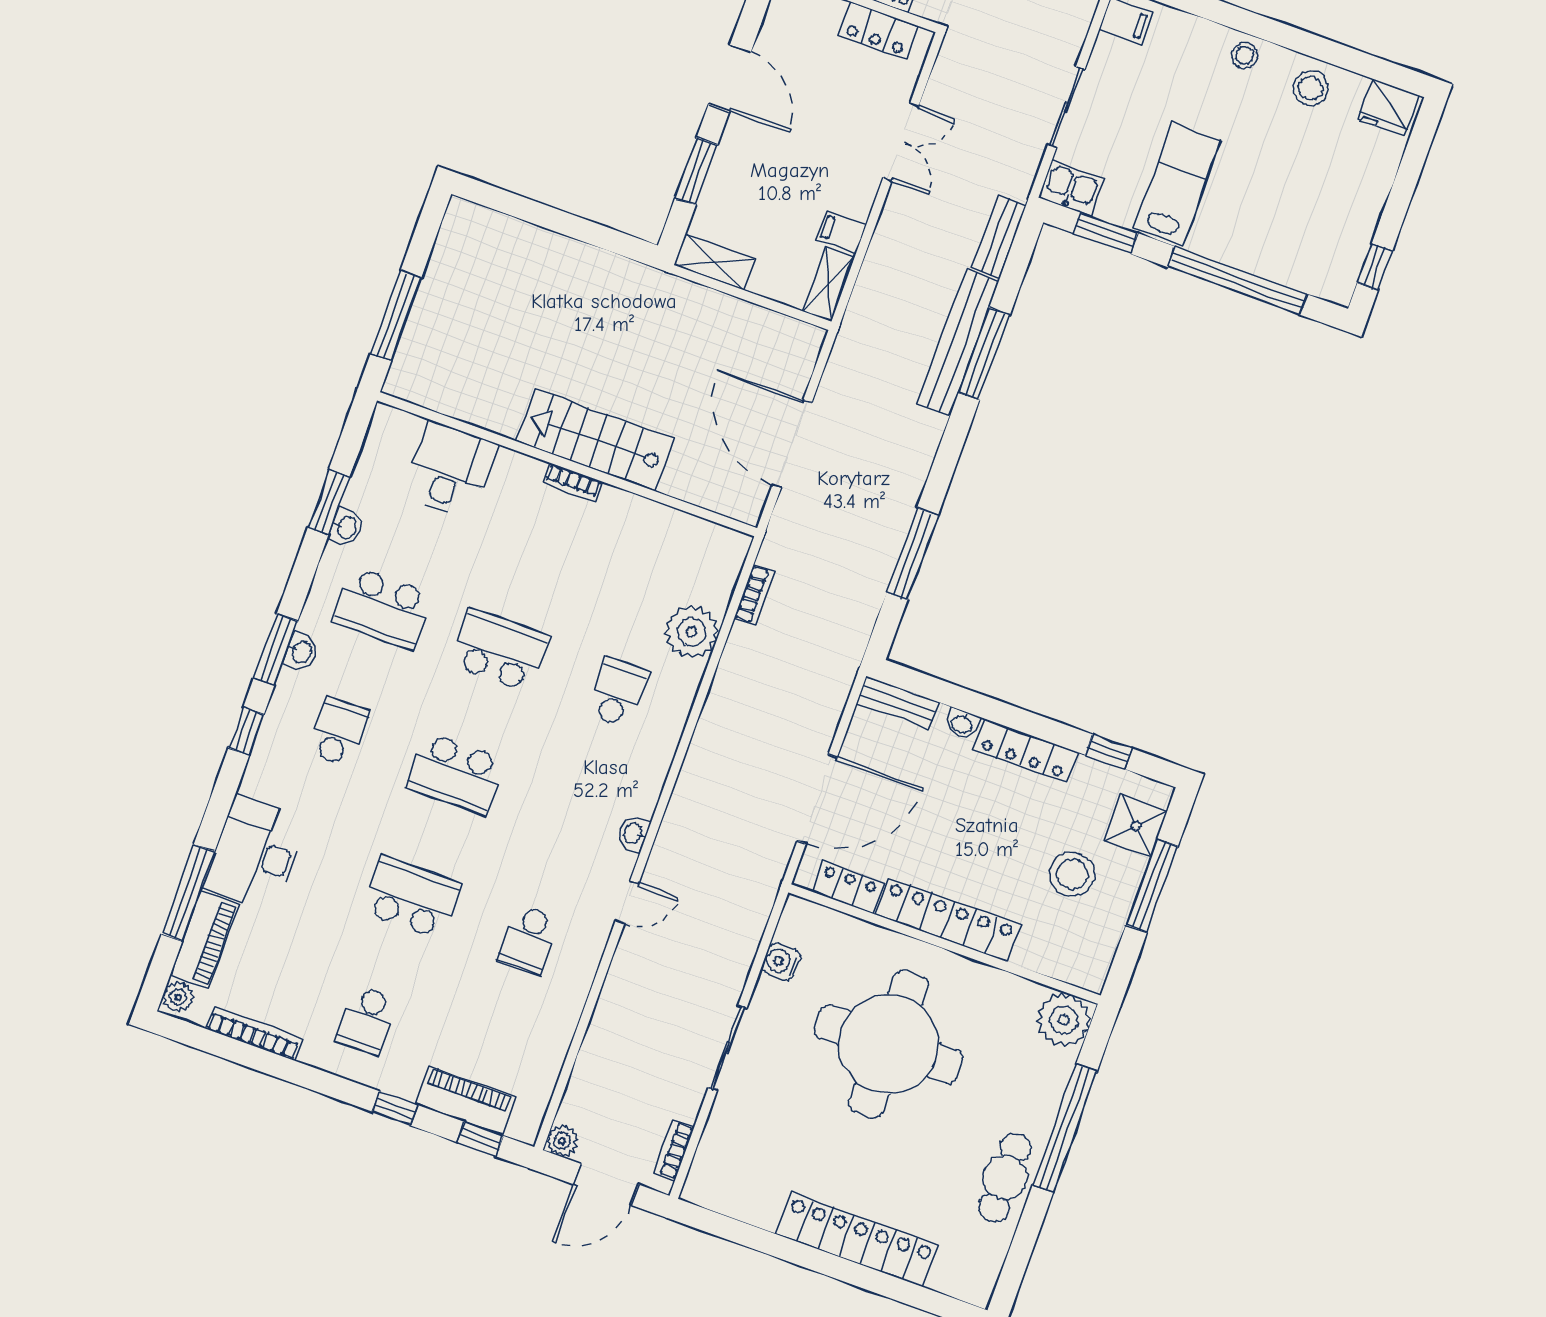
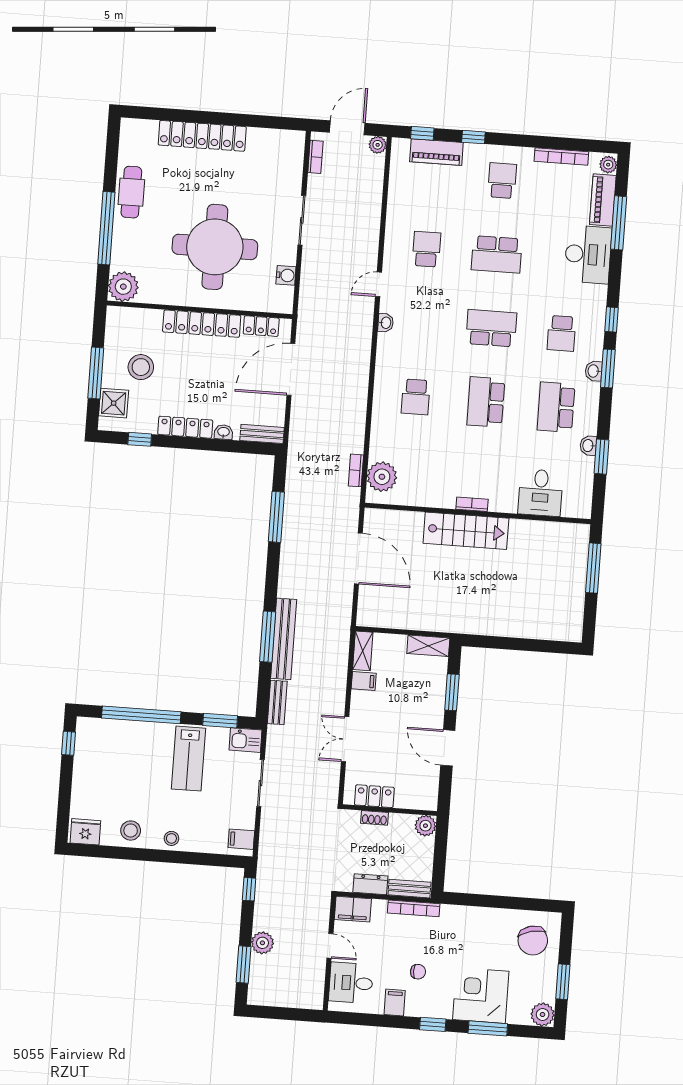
school desk: (383, 608) -> (556, 407), turned -90
plant: (691, 632) -> (382, 477), moved
school desk: (500, 650) -> (486, 402), turned 90

